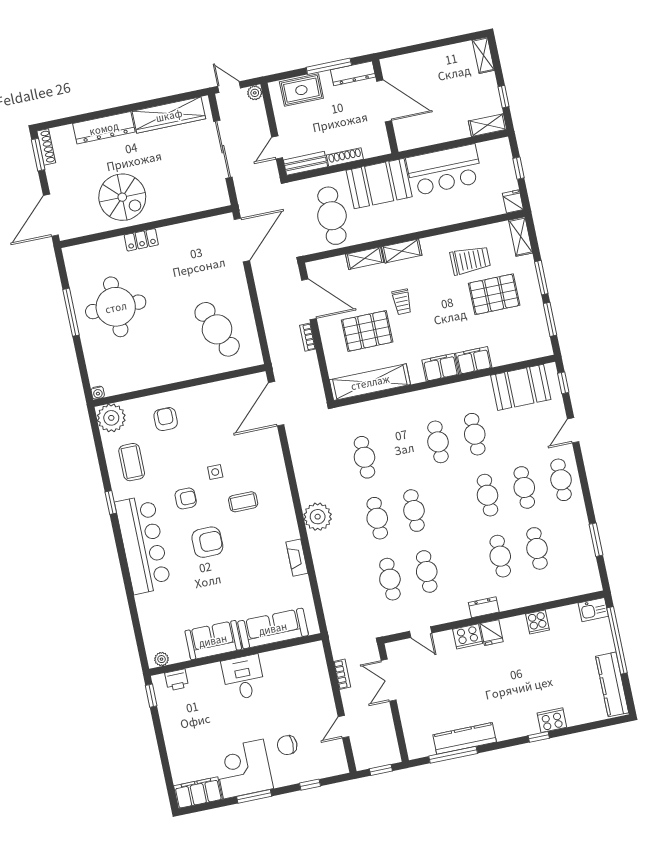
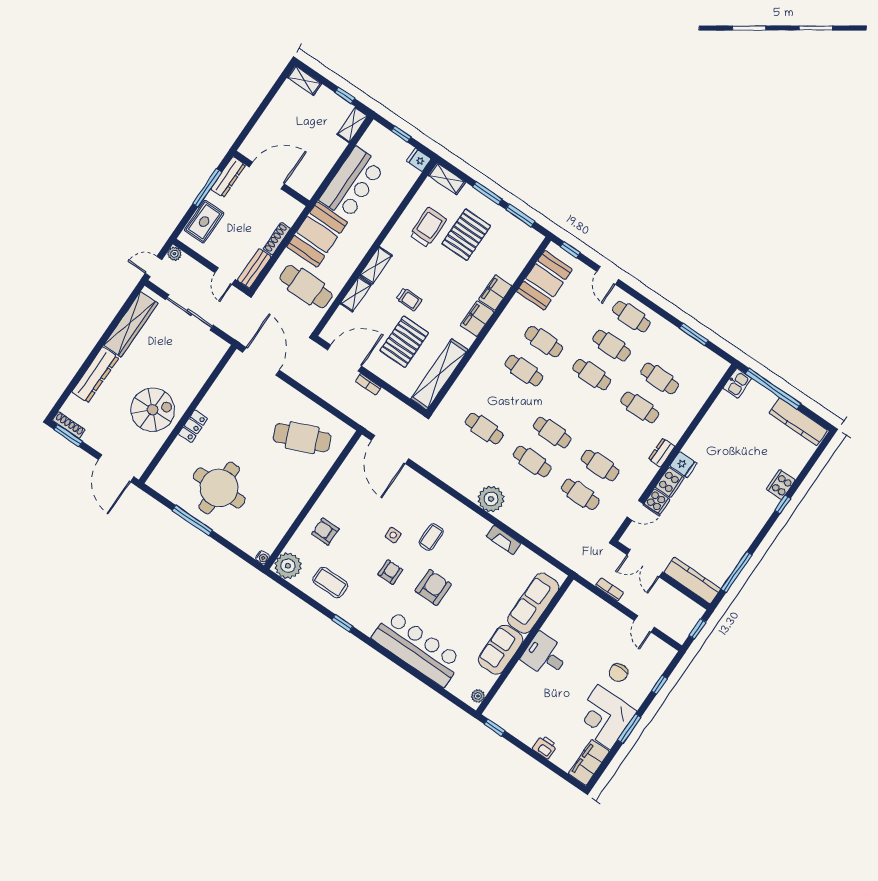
bar counter: (143, 545) -> (417, 648), moved
cooker: (537, 622) -> (657, 502), moved
printer: (177, 680) -> (545, 747), moved, turned -90
kitchen counter: (465, 738) -> (692, 580), moved, turned 90

